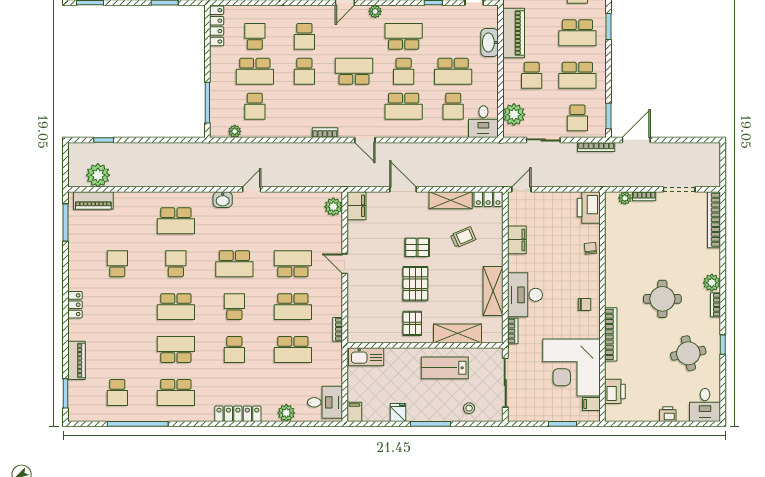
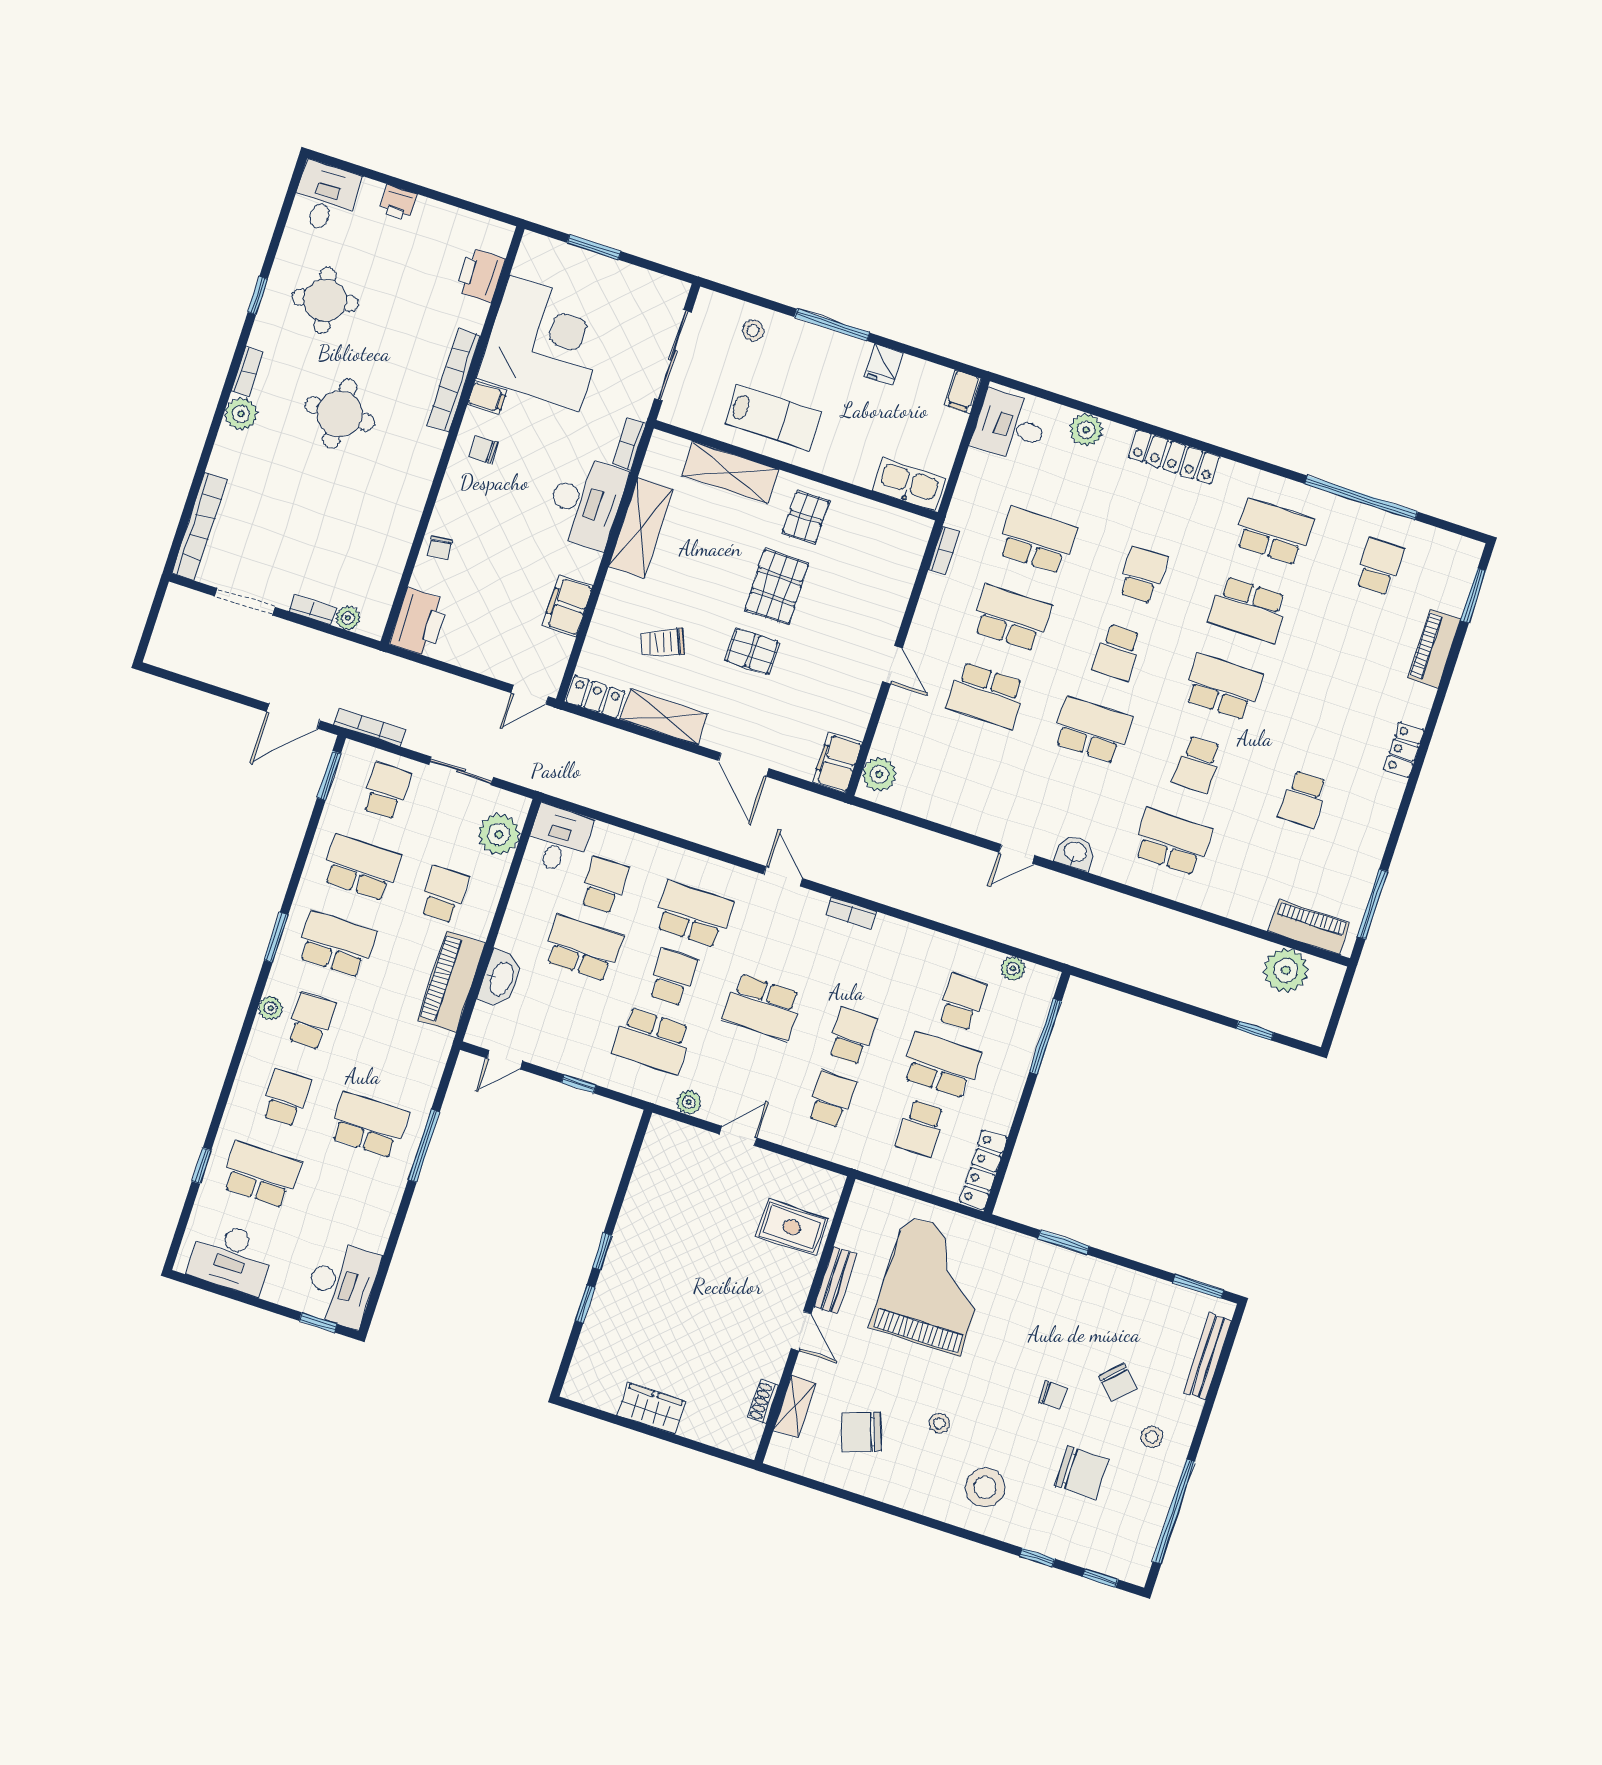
filing cabinet: (591, 404) -> (487, 398), moved

